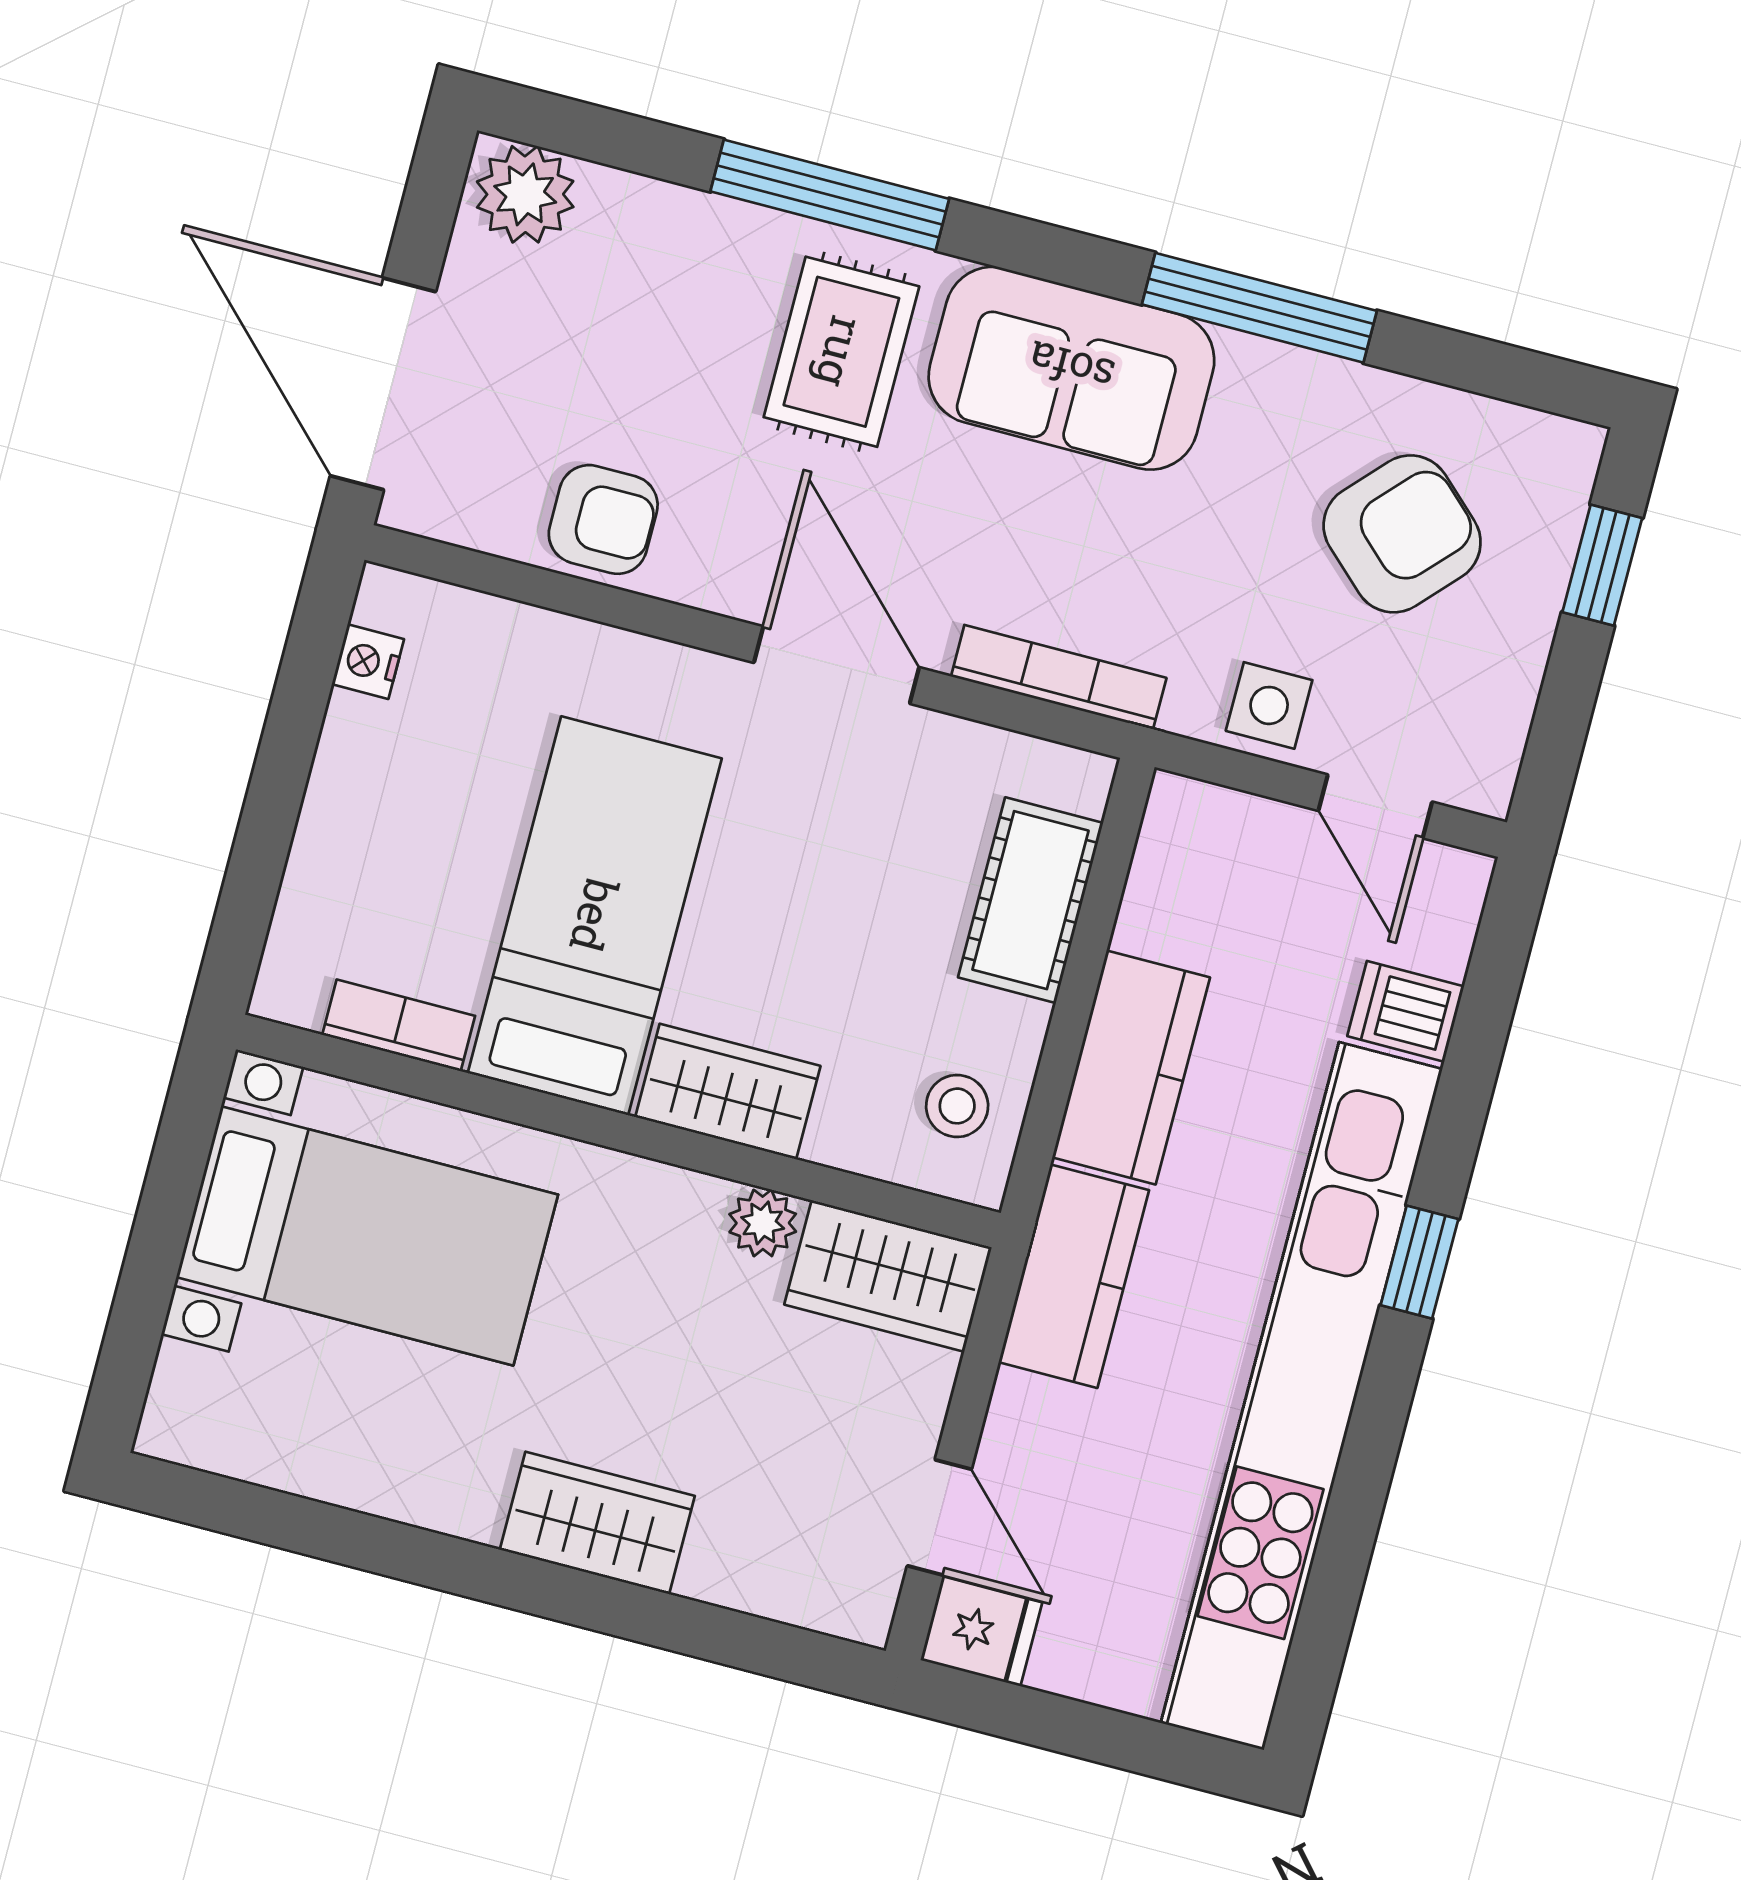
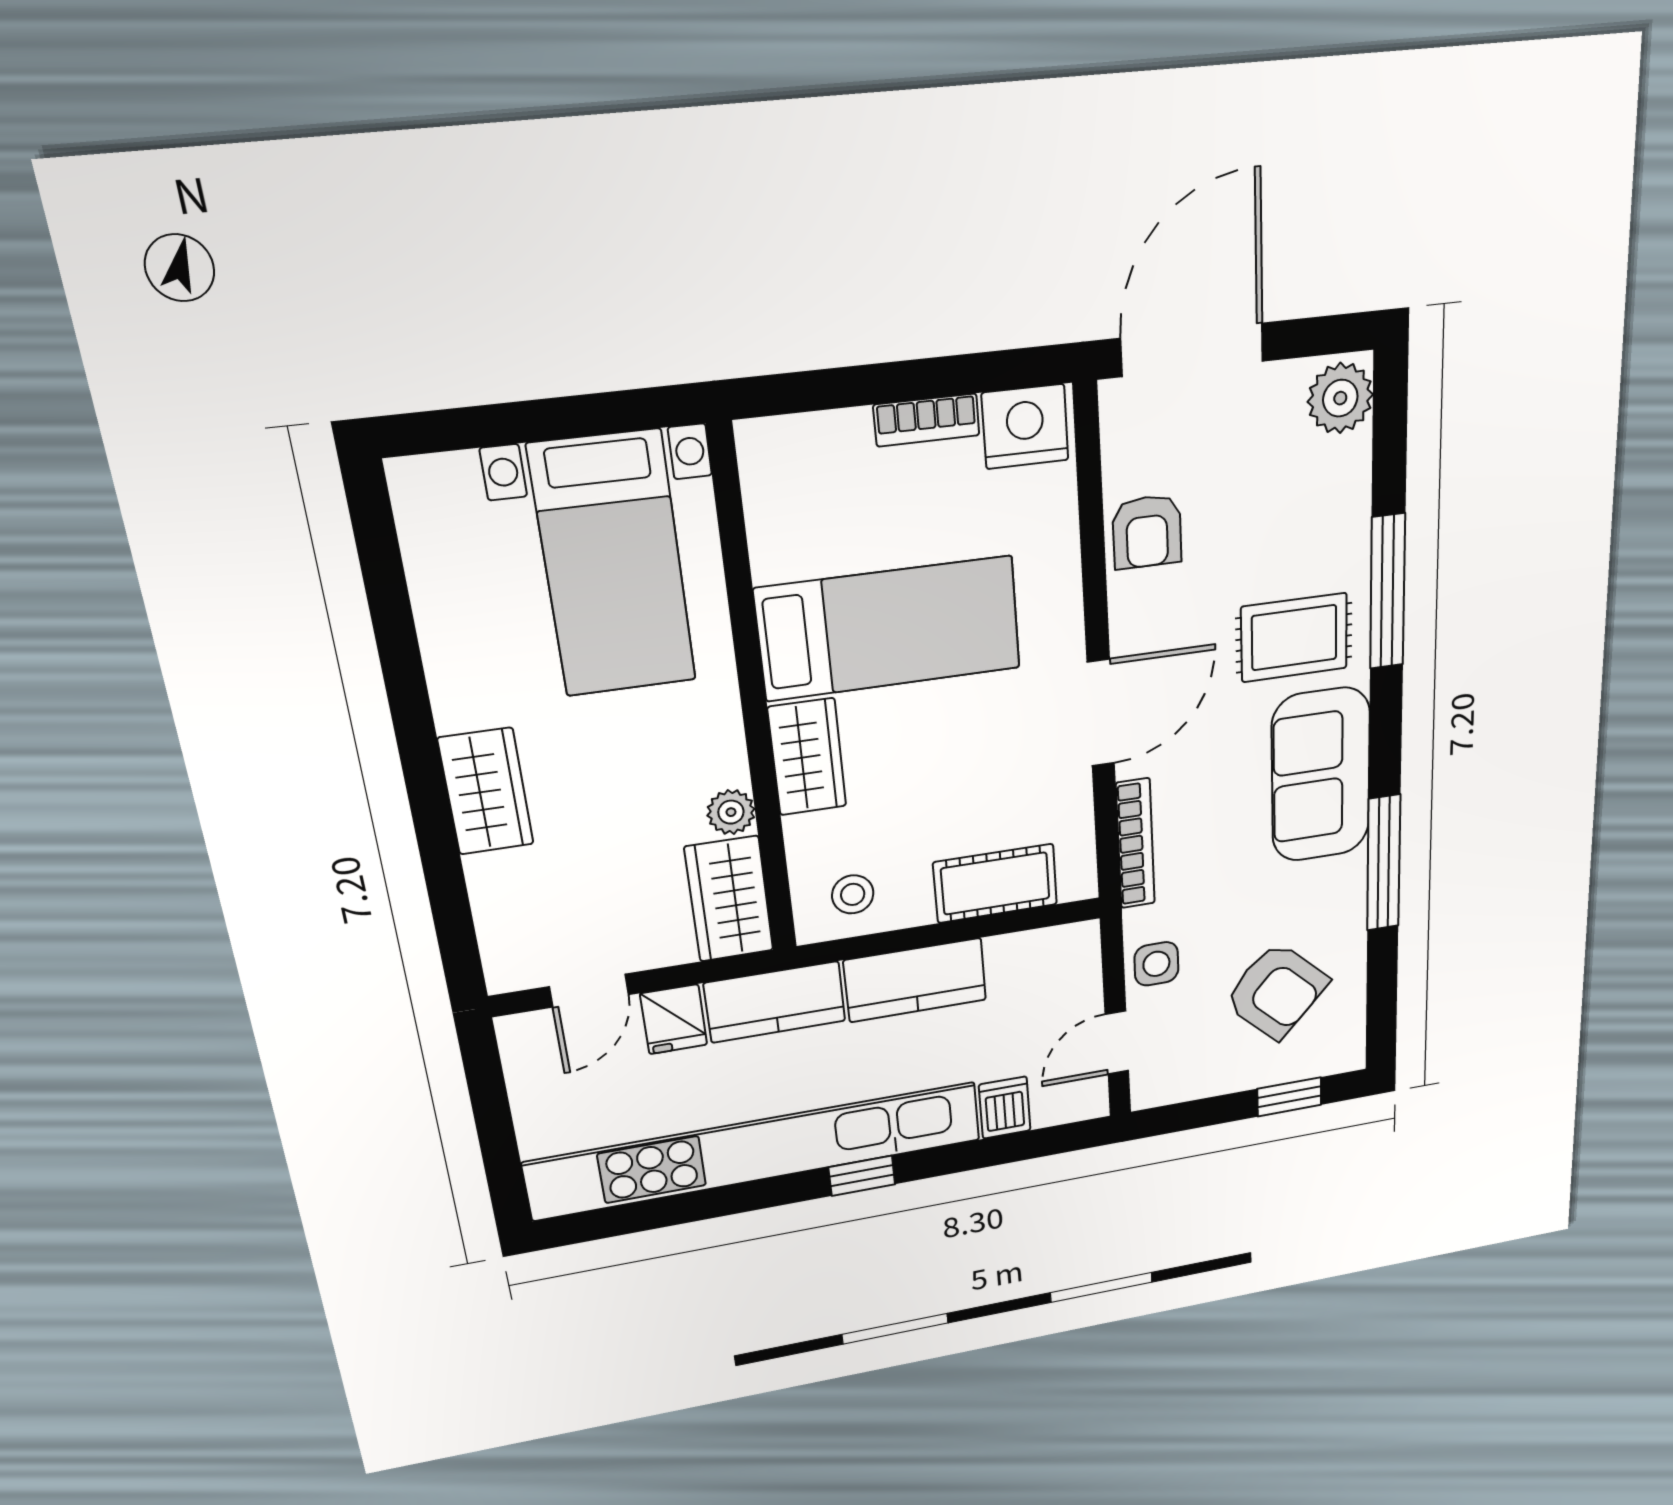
nightstand: (368, 662) -> (1025, 427), width x1.89, depth x1.79
bookcase: (399, 1025) -> (927, 420), moved, turned 90
fridge: (981, 1631) -> (674, 1019), moved

